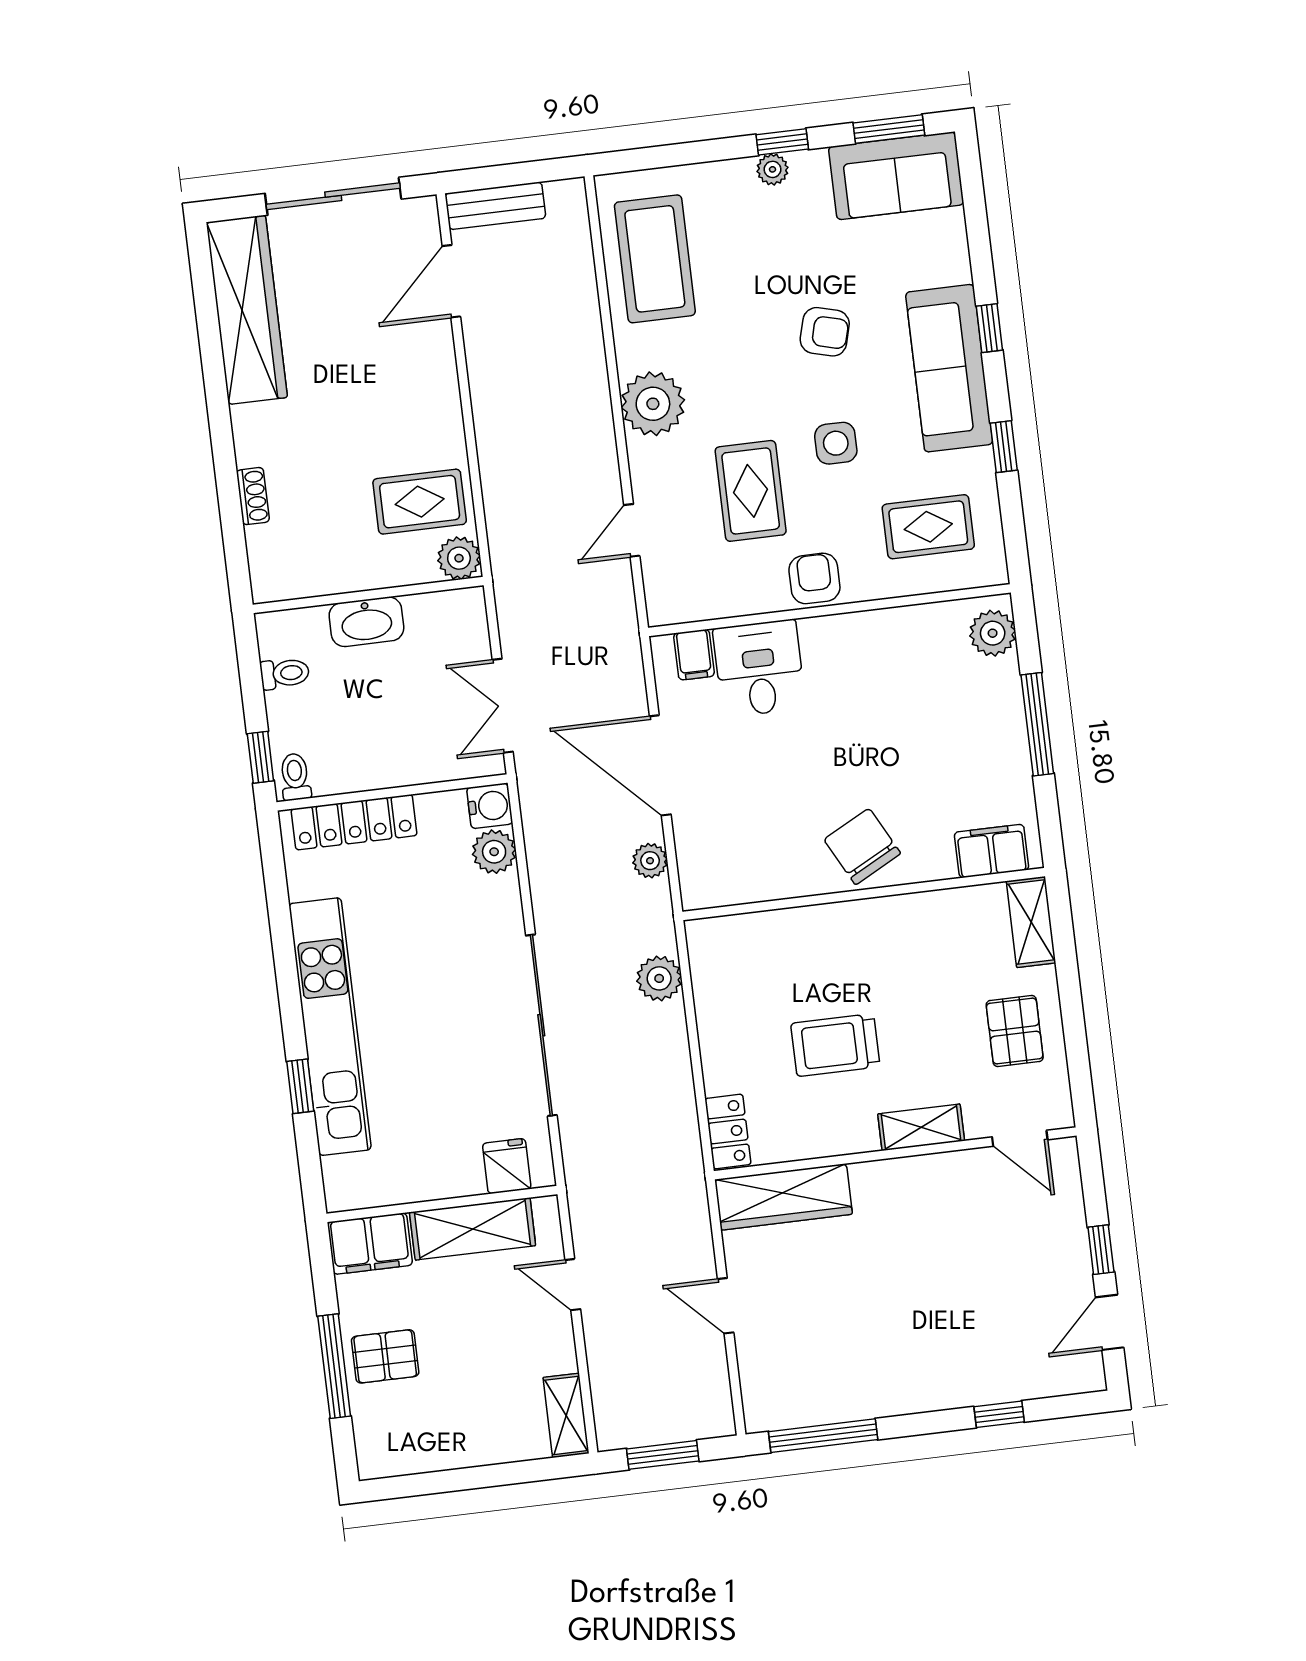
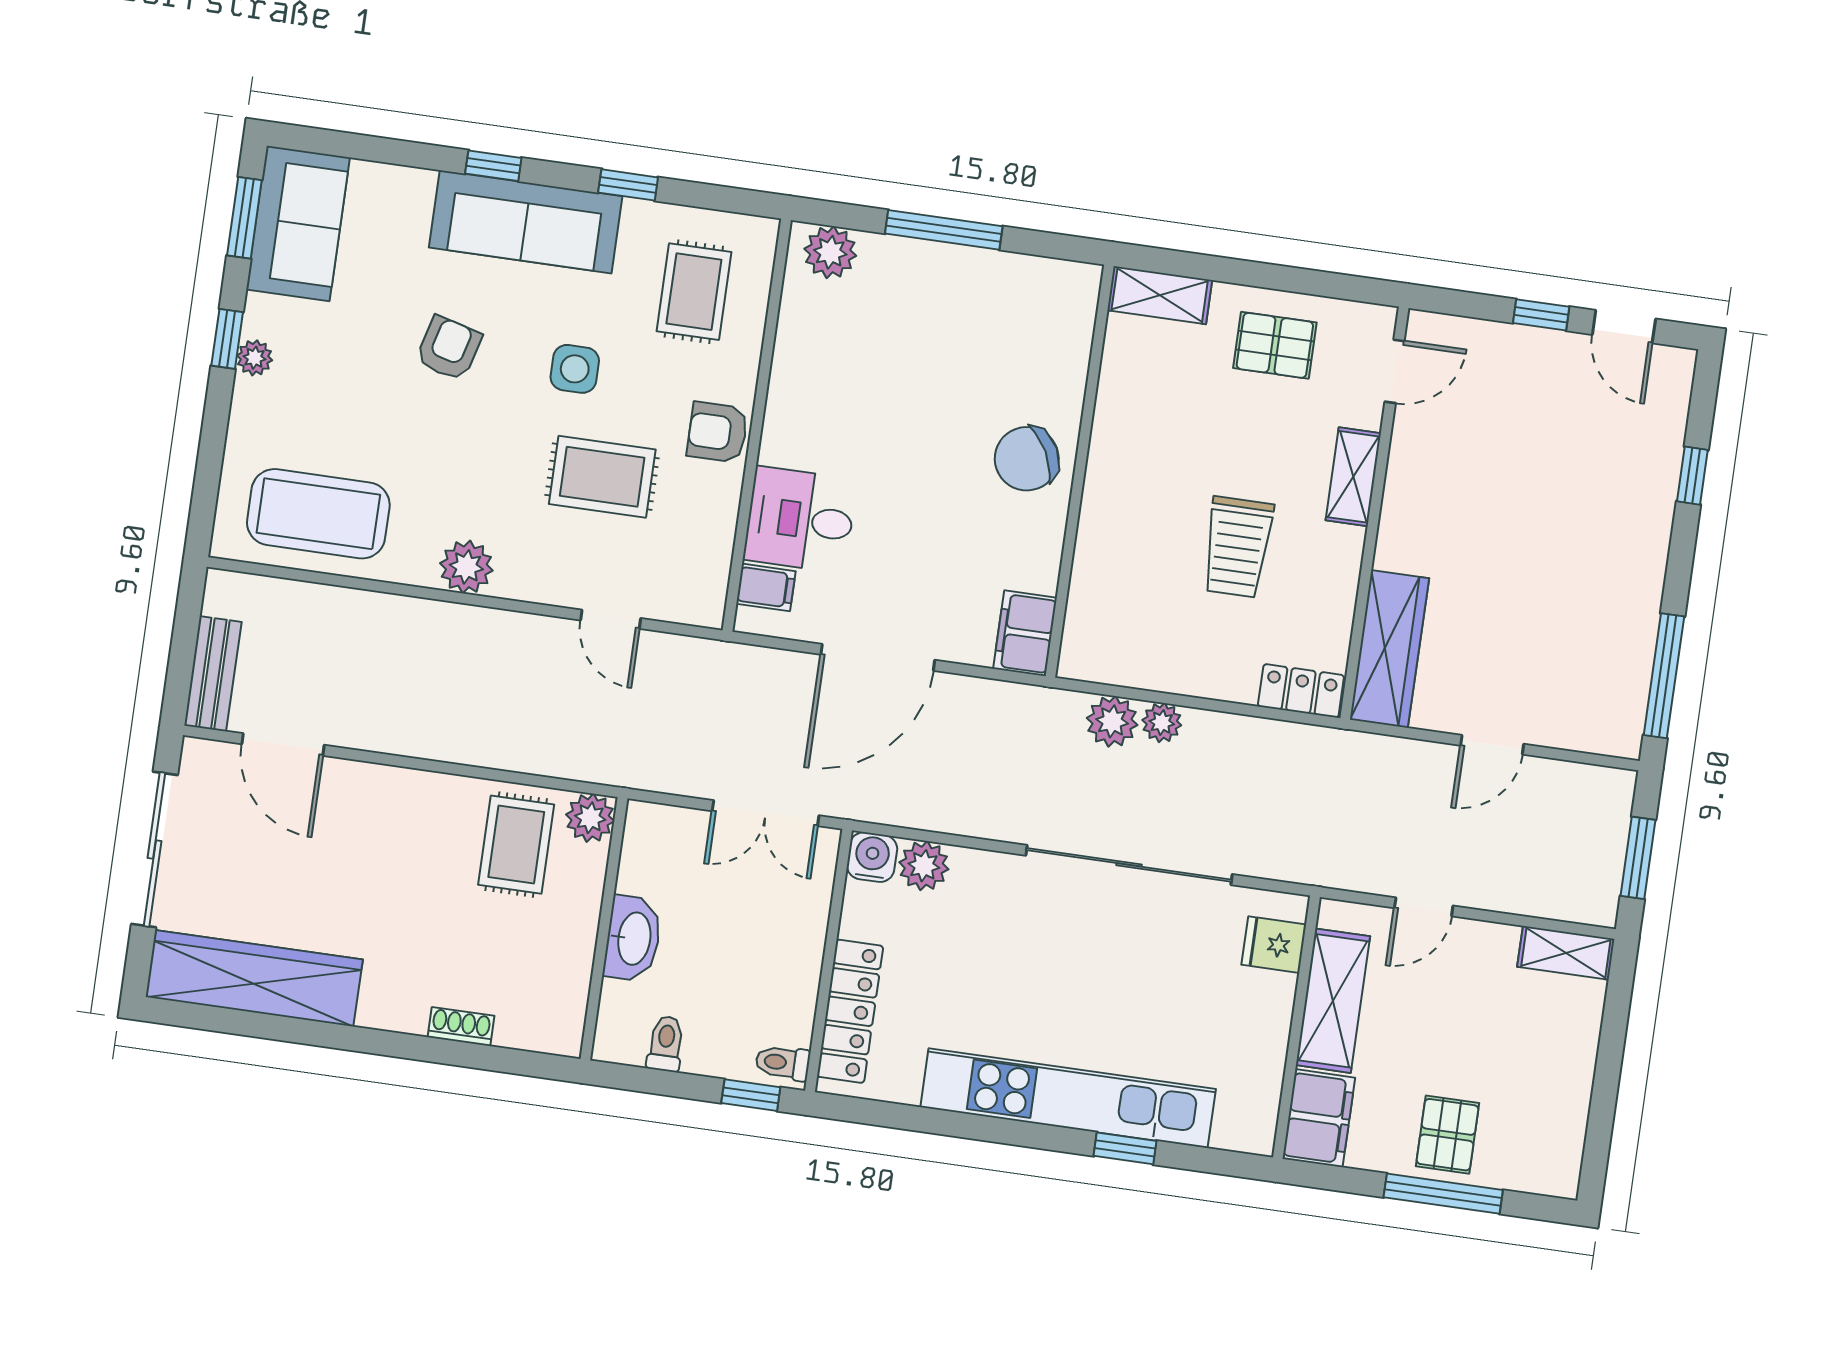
plant: (653, 404) -> (466, 567), width x0.73, depth x0.73
filing cabinet: (992, 851) -> (1025, 633), moved
plant: (650, 861) -> (1162, 723), moved

